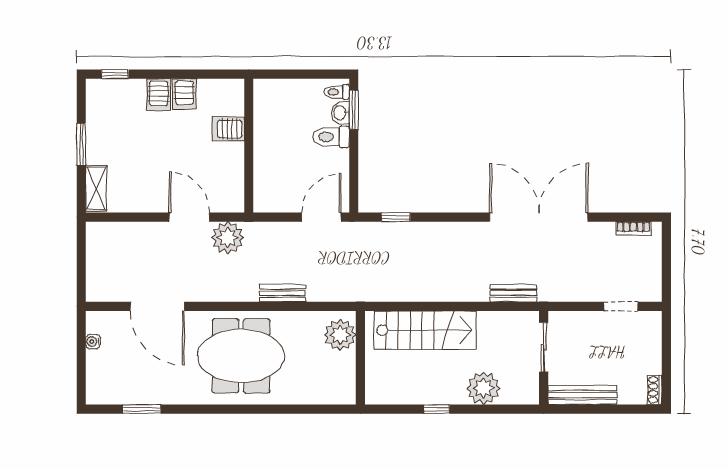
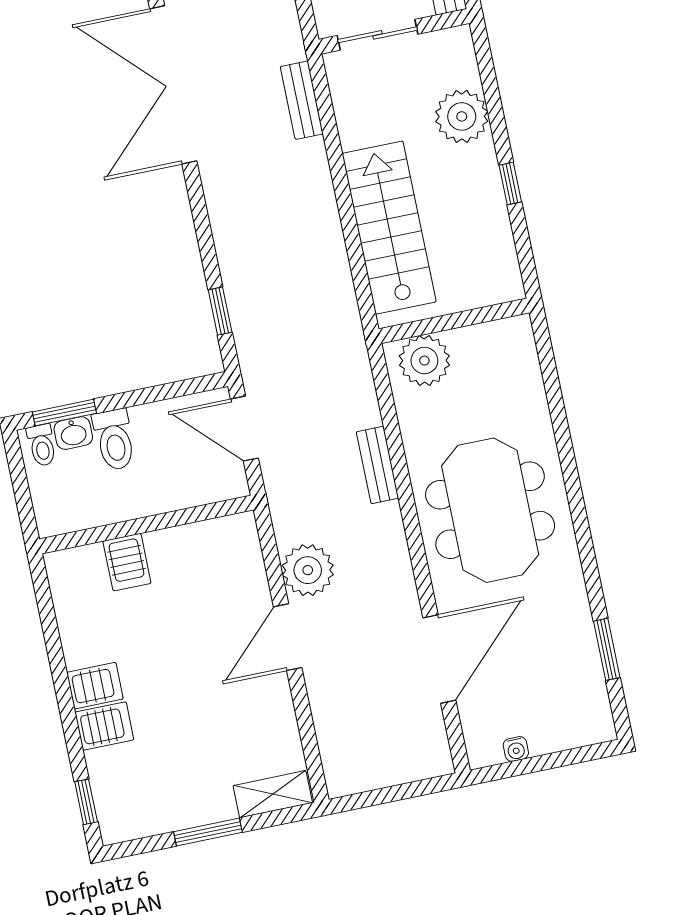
server rack: (228, 129) -> (127, 562), moved
wall: (249, 146) -> (146, 524), moved

